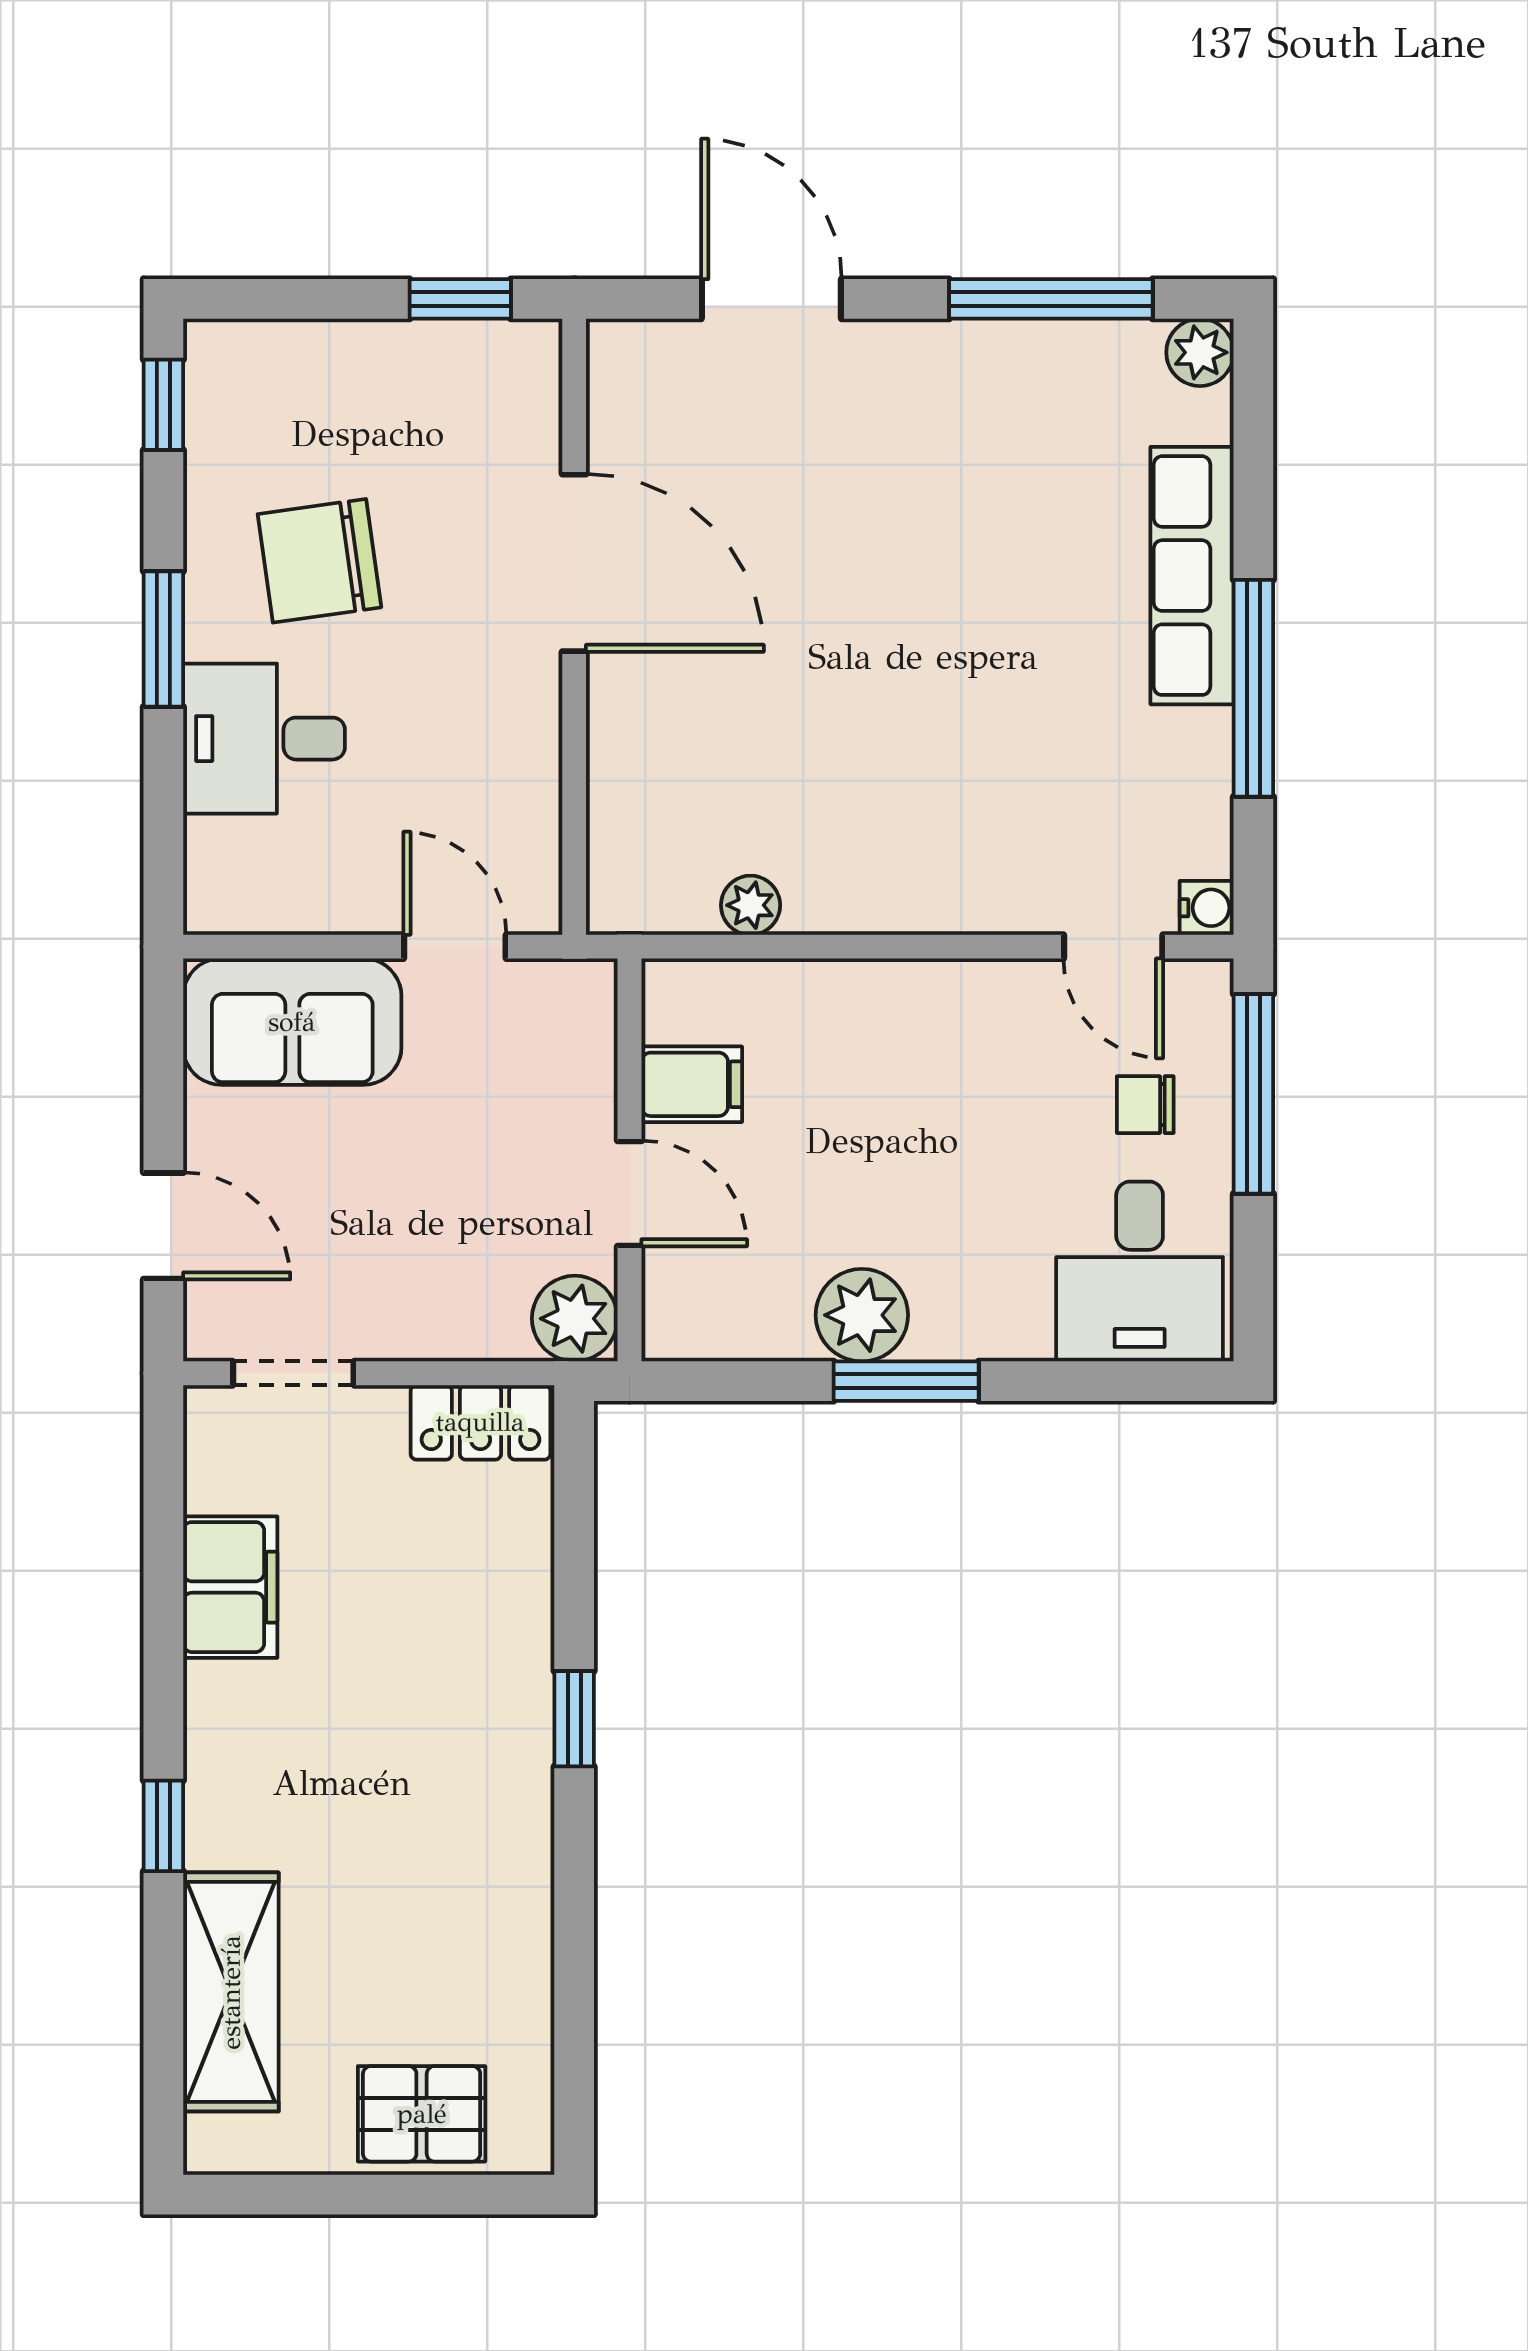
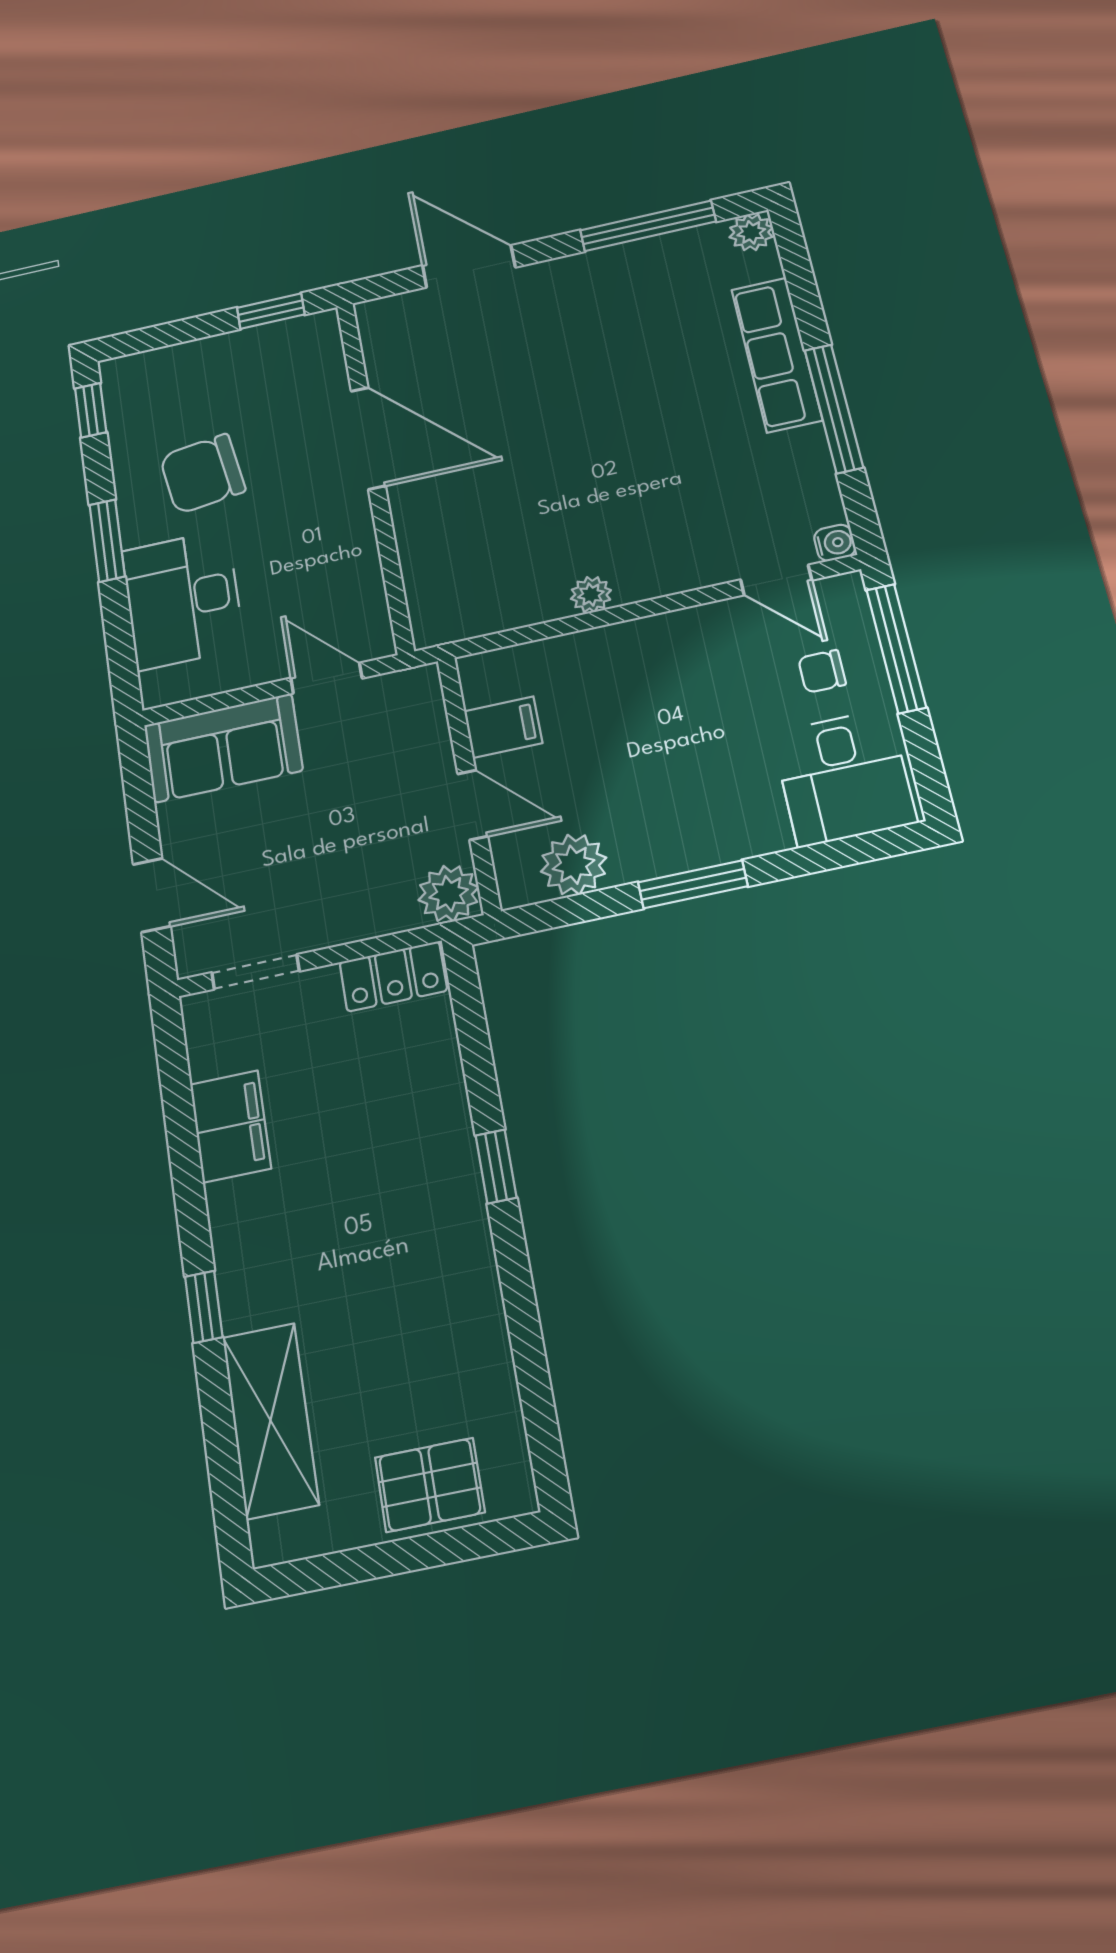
desk: (264, 739) -> (183, 599), width x1.37
plant: (751, 905) -> (591, 595), moved
plant: (862, 1315) -> (574, 865), moved

